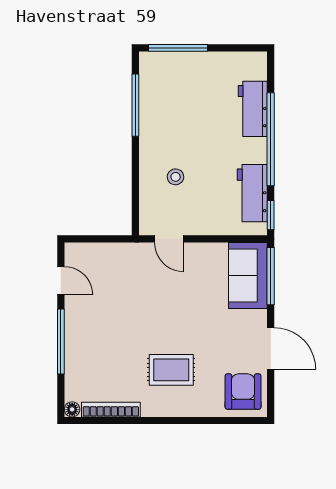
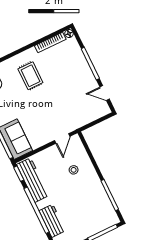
workbench: (252, 193) -> (33, 180), width x1.38
door: (169, 239) -> (62, 138), swing flipped
rug: (171, 370) -> (30, 76), turned 90

